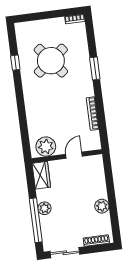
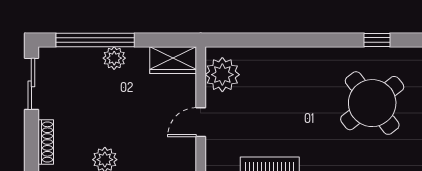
door: (74, 155) -> (201, 122), swing flipped

